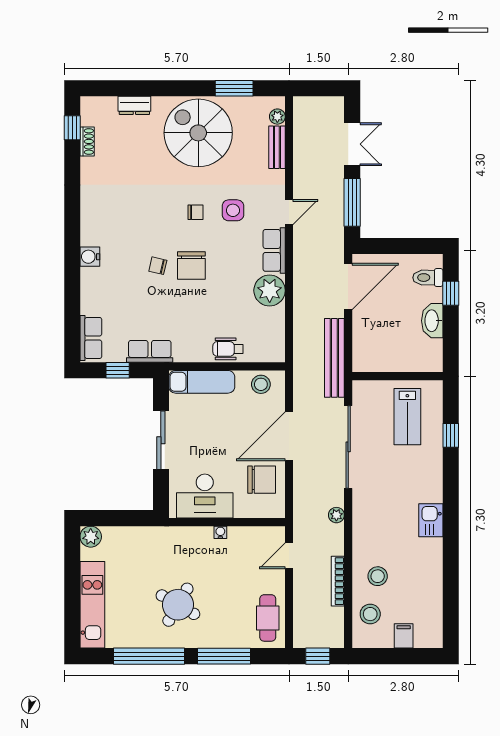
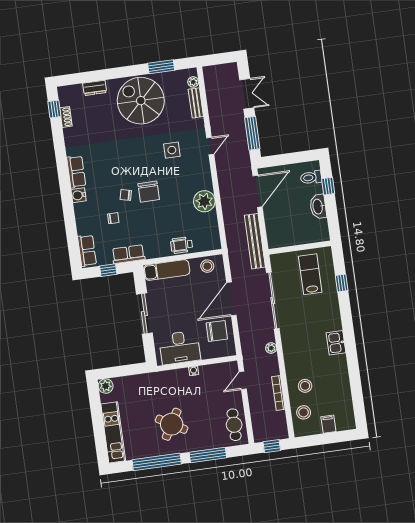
chair: (196, 212) -> (113, 218), moved
row of seats: (274, 250) -> (76, 172), moved, turned 180
lab bench: (407, 417) -> (310, 274), turned 180

